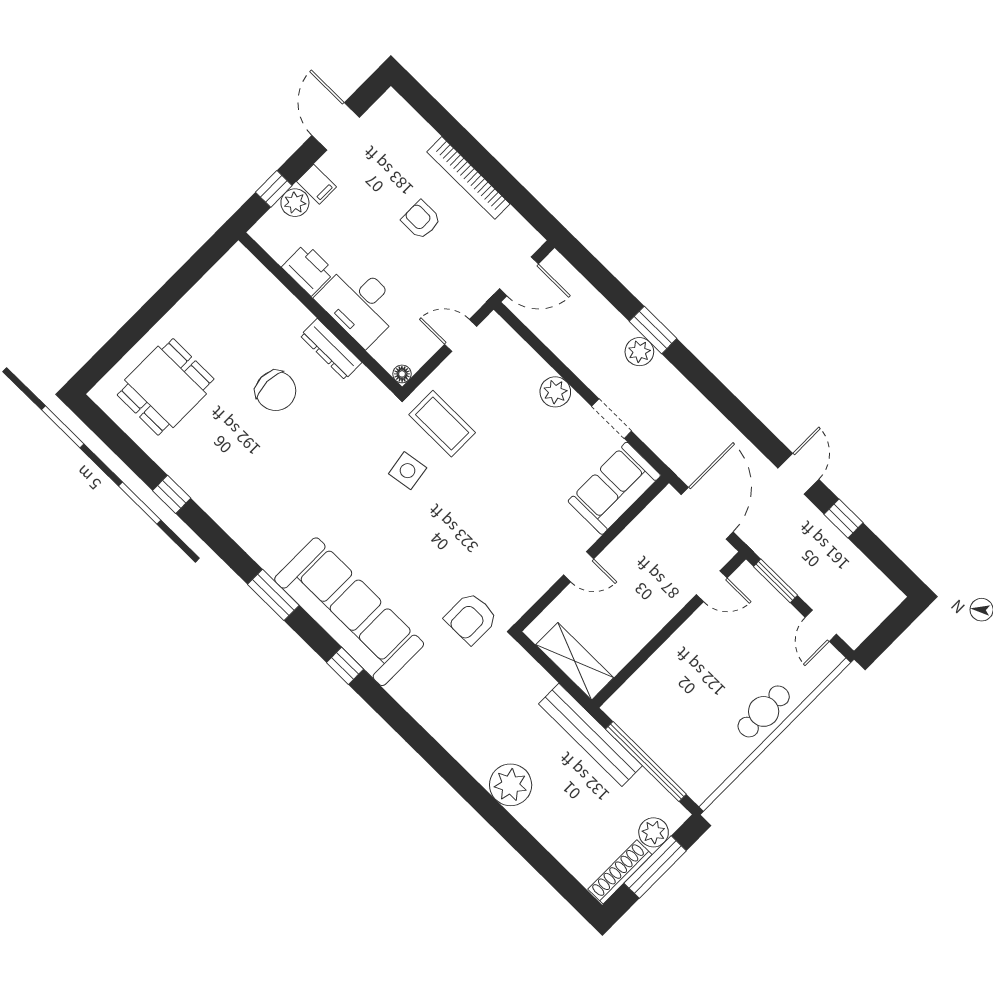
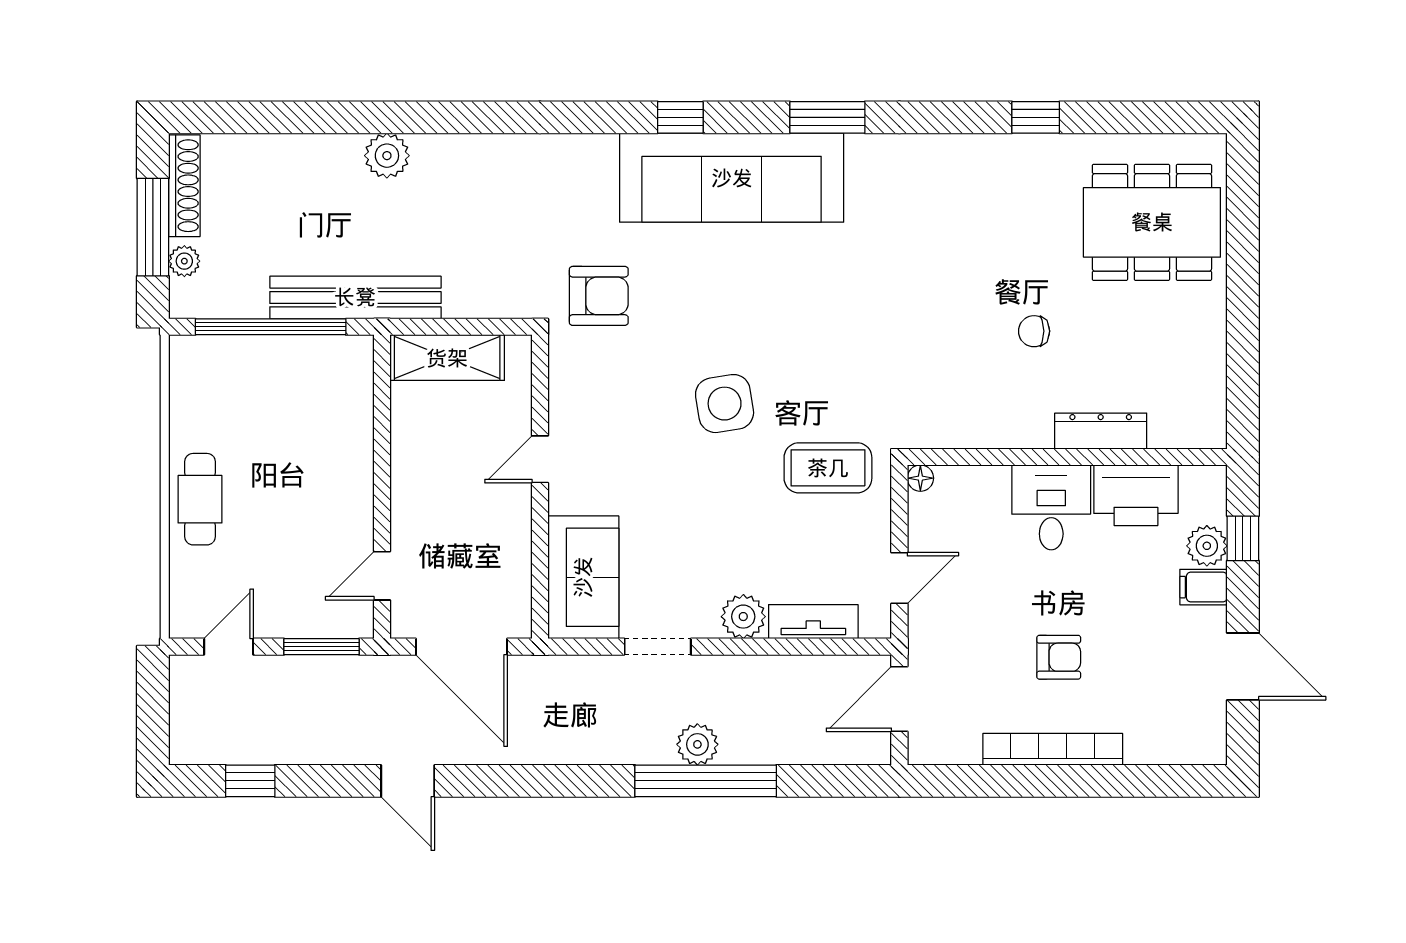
printer: (308, 269) -> (1136, 495), width x1.37, depth x1.19
desk: (360, 304) -> (1051, 507), width x0.73
window: (653, 330) -> (706, 781), width x2.11
dresser: (331, 349) -> (1101, 431), moved
tv unit: (524, 356) -> (813, 622), added
dining table: (166, 387) -> (1152, 222), width x1.38
chair: (276, 391) -> (1034, 331), width x0.54, depth x0.54
side table: (408, 471) -> (725, 404), moved, width x1.37, depth x1.37
window: (844, 519) -> (250, 781), moved
armchair: (471, 618) -> (599, 296), turned 90
door: (821, 626) -> (229, 647), hinge flipped
plant: (511, 785) -> (387, 156), width x0.73, depth x0.73
plant: (654, 832) -> (184, 261), width x0.73, depth x0.73

